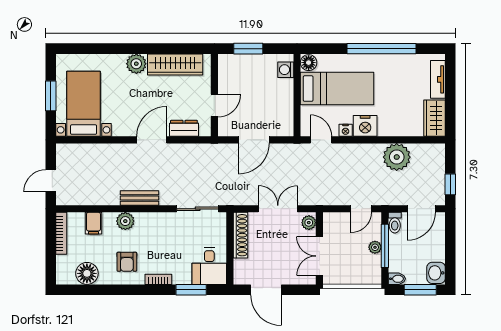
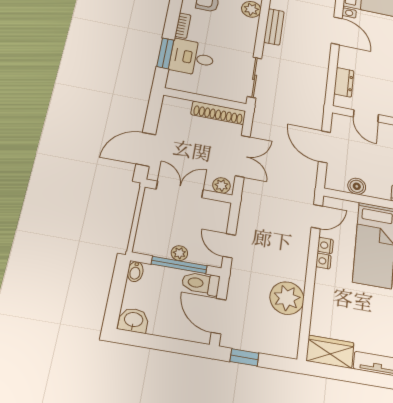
boiler: (286, 108) -> (357, 186), added
nightstand: (365, 126) -> (323, 261), width x0.53, depth x0.56
door: (152, 140) -> (337, 31), moved
toilet: (395, 223) -> (201, 283), width x1.37, depth x1.39
desk: (209, 266) -> (192, 58), moved
door: (266, 290) -> (146, 149), moved
window: (420, 290) -> (116, 297), removed

